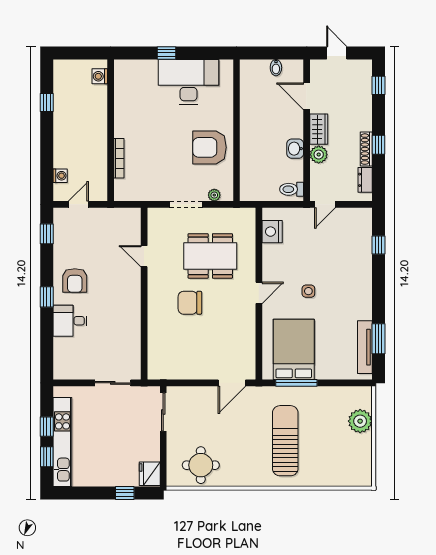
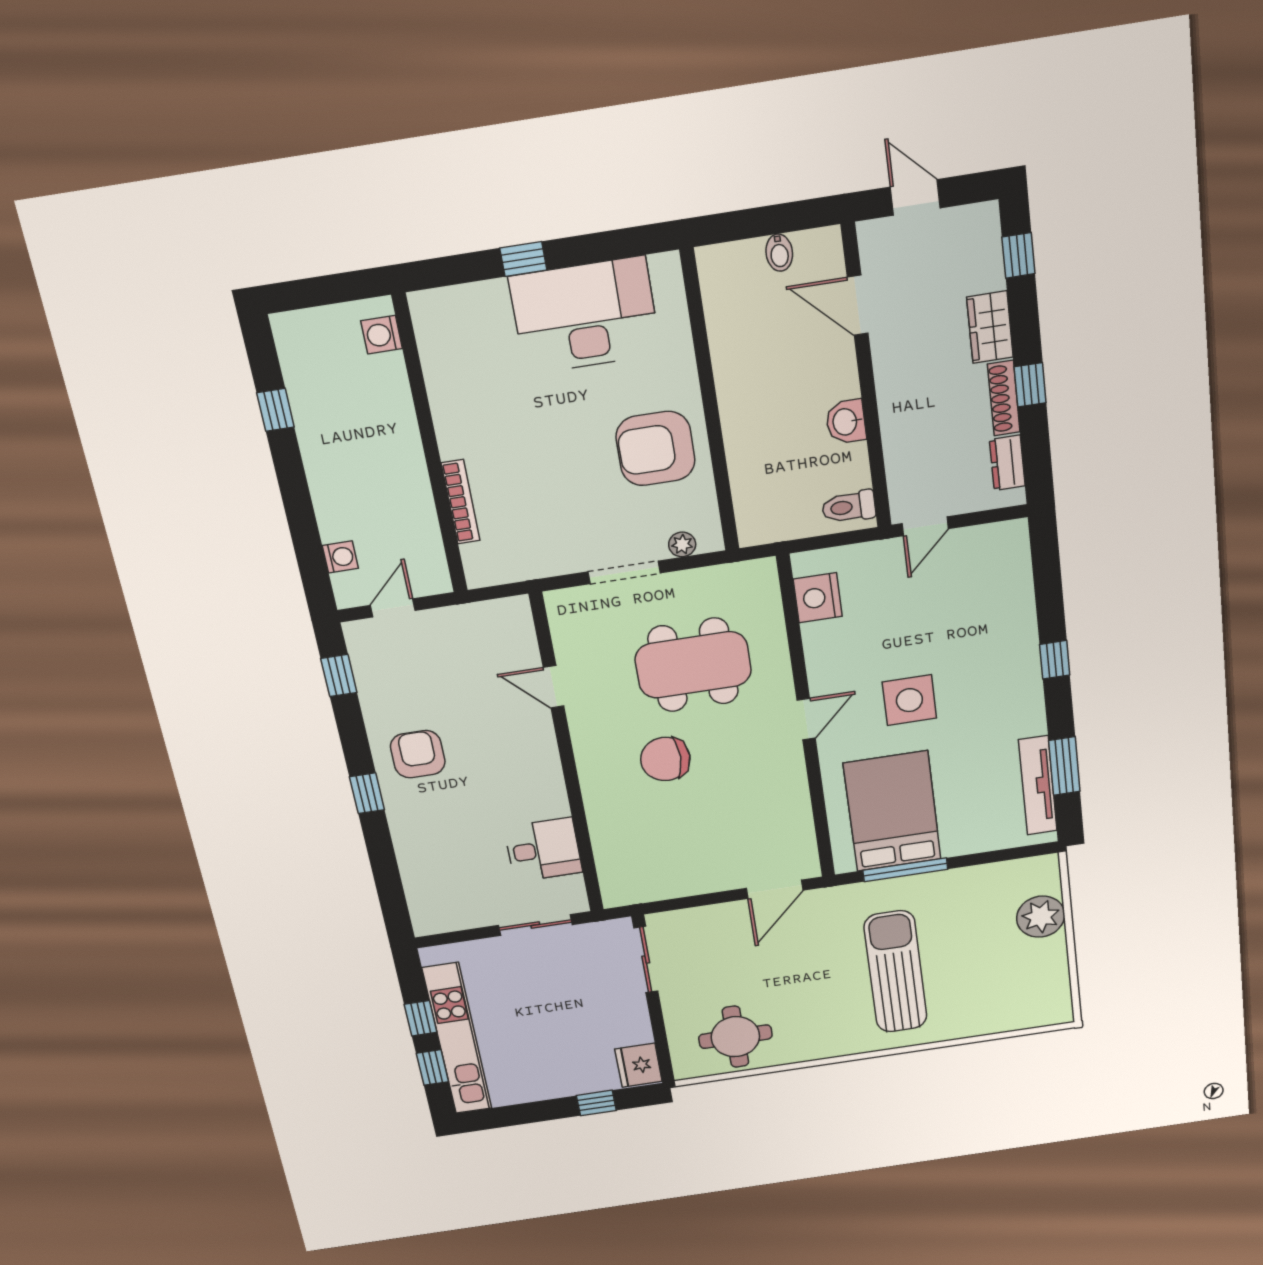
wardrobe: (319, 129) -> (990, 327), moved, turned 180
plant: (319, 155) -> (899, 426), removed
window: (378, 245) -> (1055, 660), moved
armchair: (75, 280) -> (418, 754), turned 180
side table: (308, 291) -> (909, 700), width x1.87, depth x1.87
desk: (70, 321) -> (543, 850), moved, turned 180

